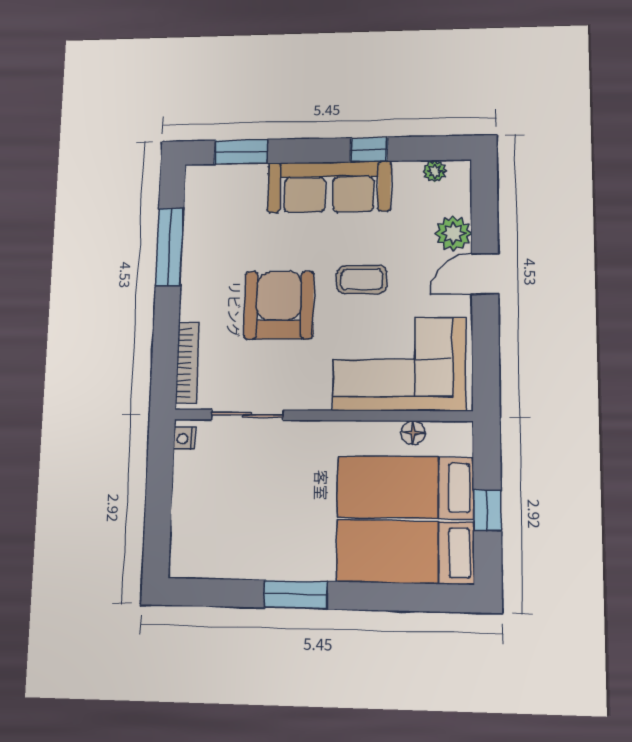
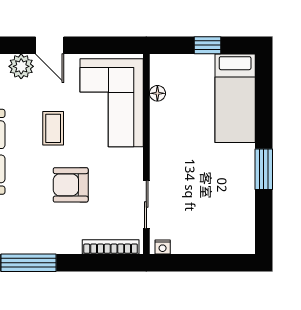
armchair: (279, 305) -> (71, 185), width x0.73, depth x0.73
bed: (405, 487) -> (193, 98), removed

